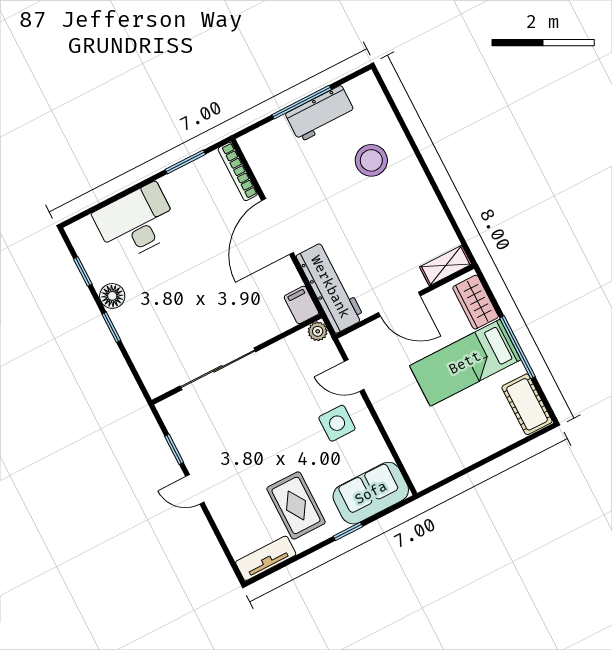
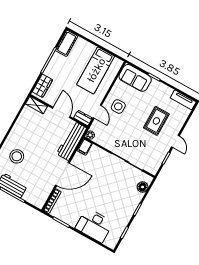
floor lamp: (112, 296) -> (143, 187), moved
dresser: (360, 339) -> (83, 118), added
bed: (465, 363) -> (96, 70), moved, turned 90
rug: (296, 505) -> (156, 121), moved

